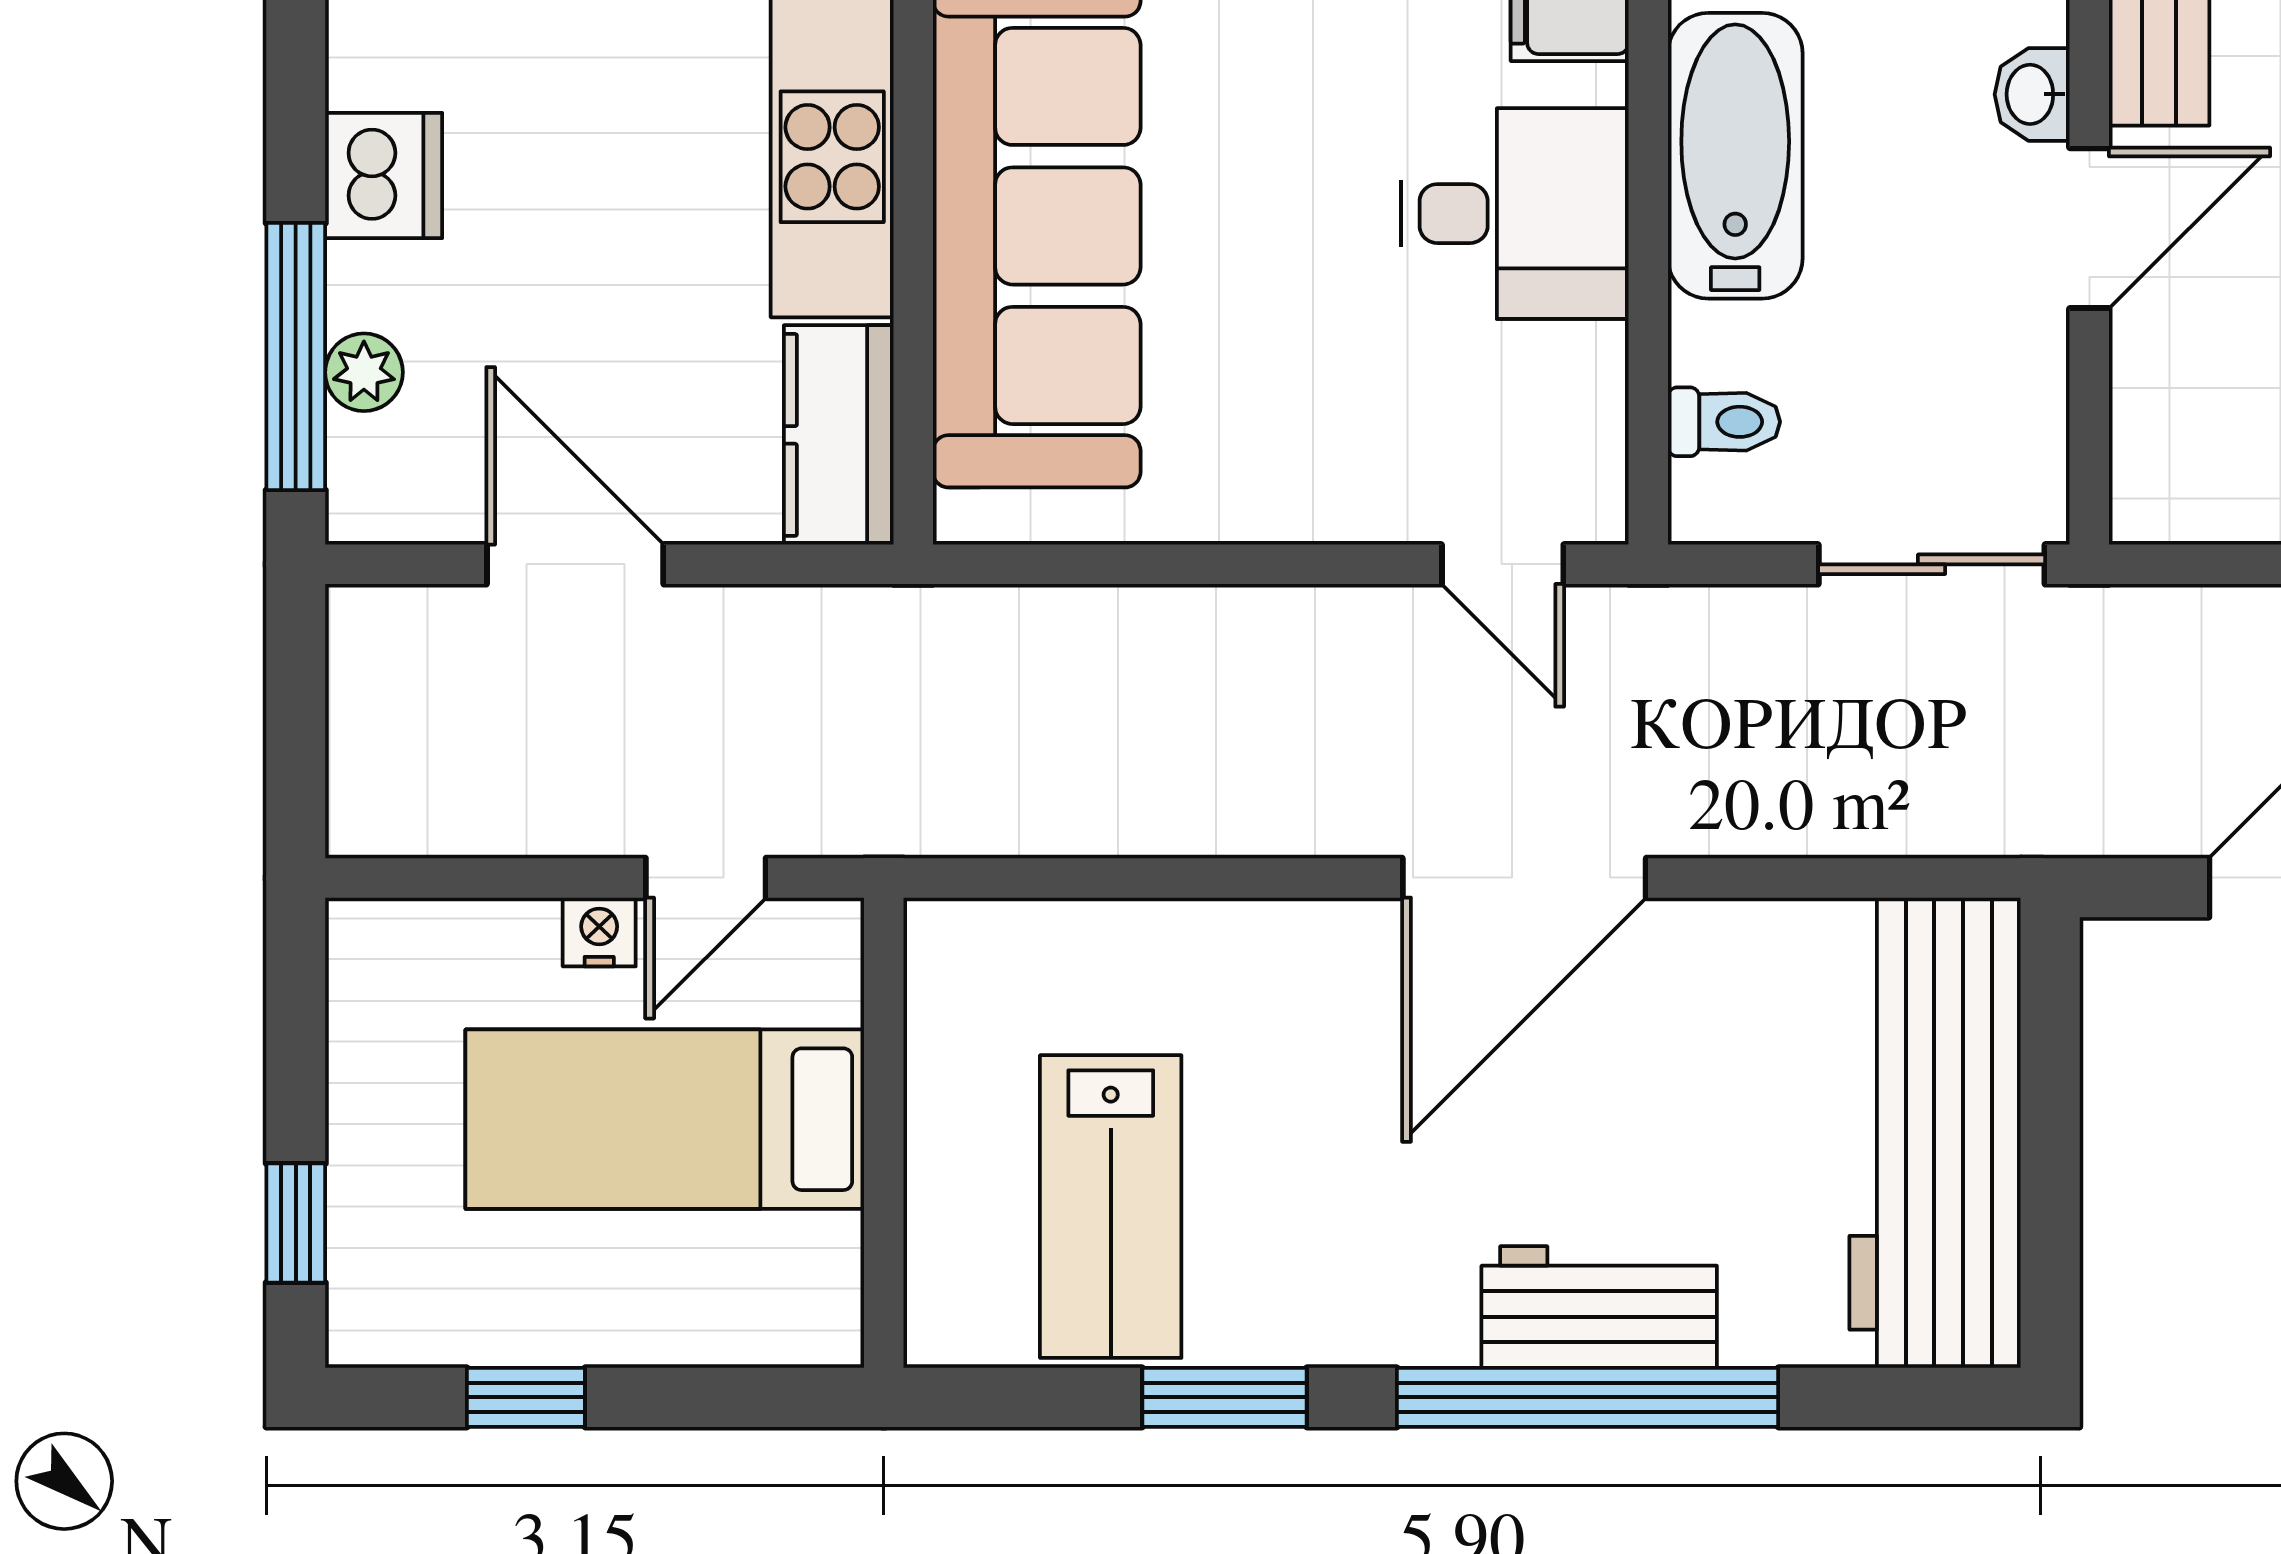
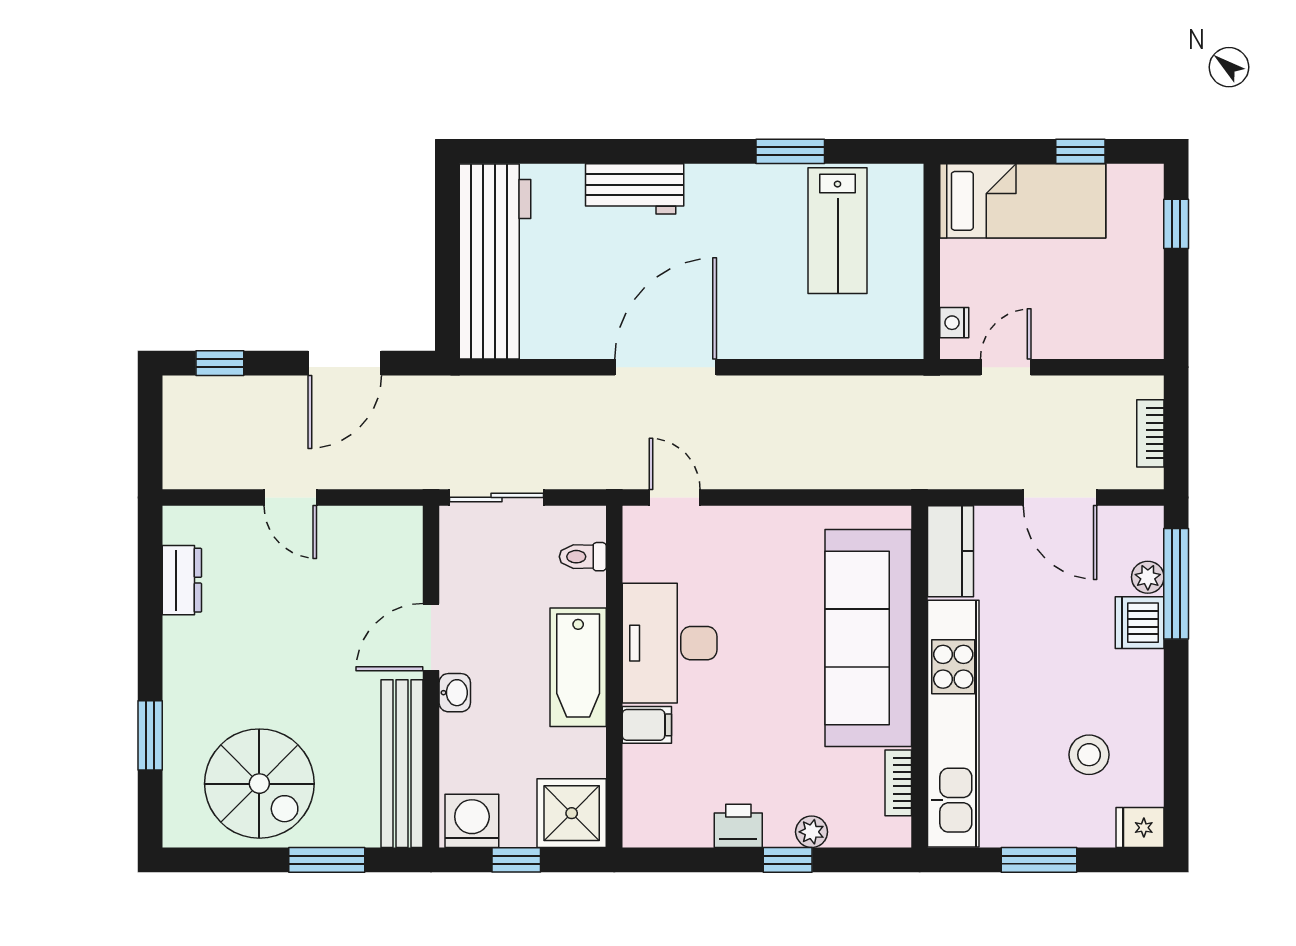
dishwasher: (384, 175) -> (1140, 623), moved
desk: (1515, 214) -> (670, 643), width x1.37
bookcase: (358, 719) -> (1150, 433), added
nightstand: (599, 932) -> (954, 323), moved, turned 90
bed: (665, 1119) -> (1023, 201), moved
lab bench: (1111, 1207) -> (838, 231), turned 180
window: (1588, 1397) -> (639, 151), removed

